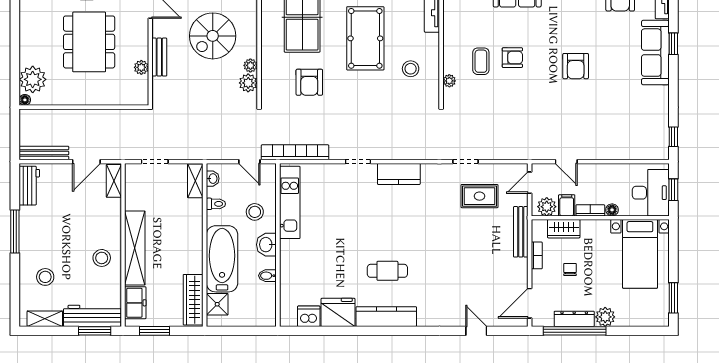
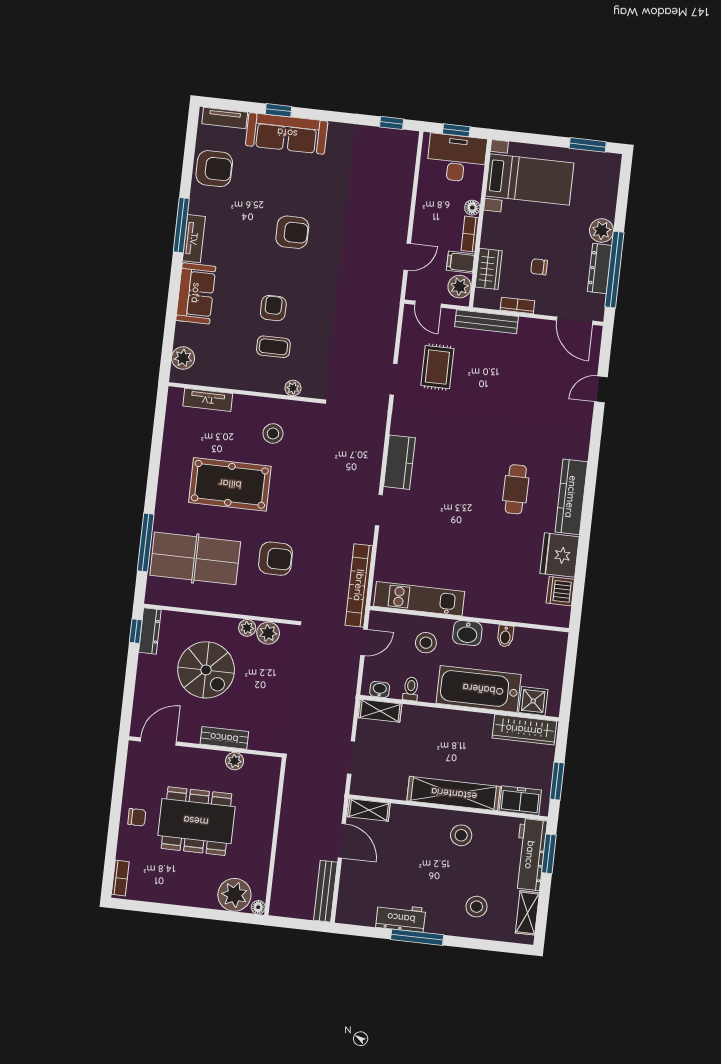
workbench: (29, 186) -> (401, 918), moved

